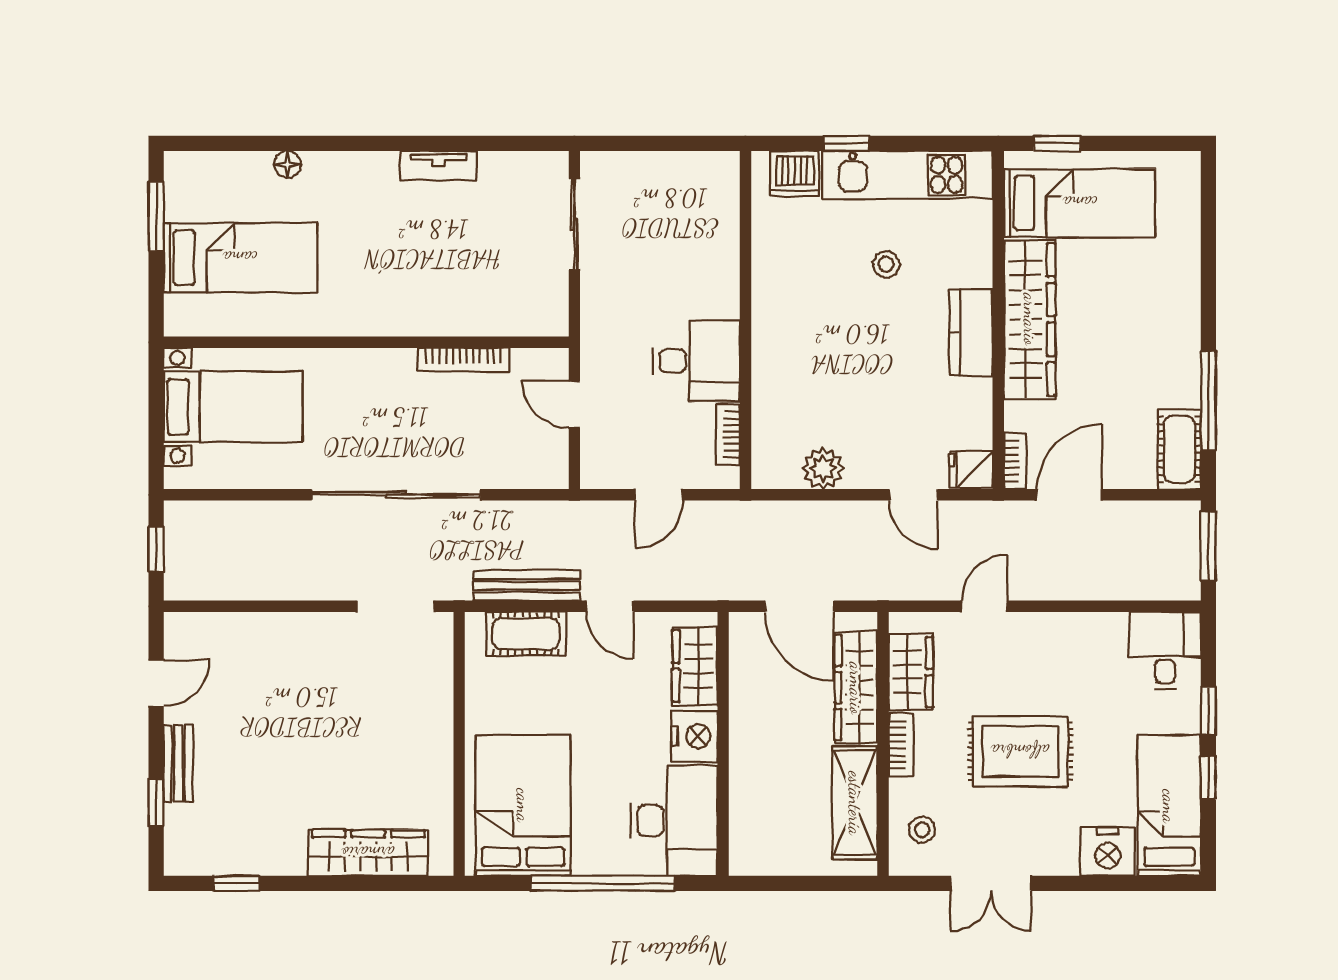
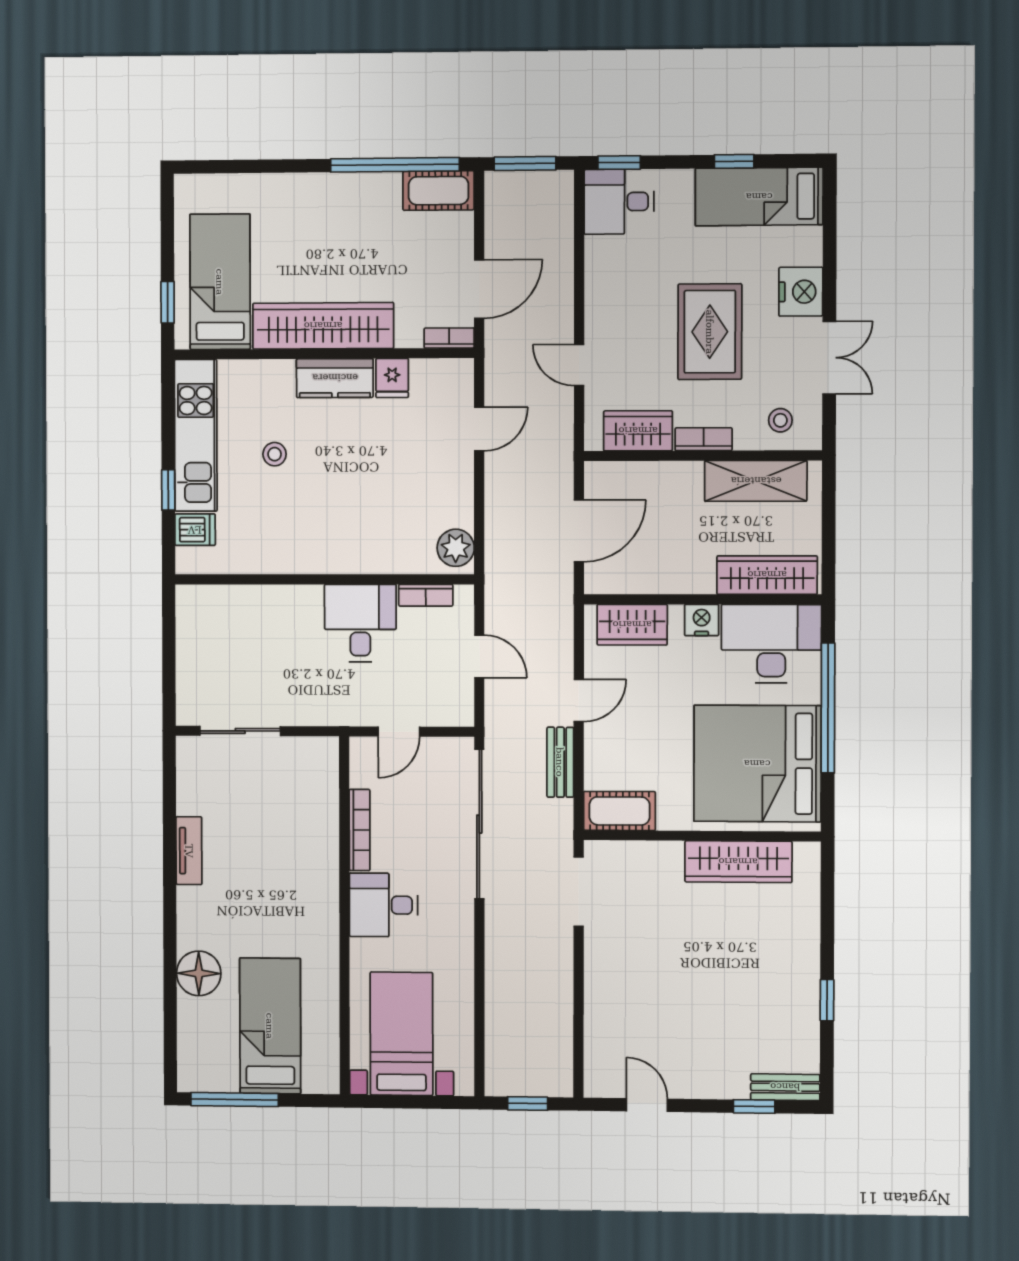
floor lamp: (287, 164) -> (199, 973), width x1.89, depth x1.89
dishwasher: (795, 174) -> (195, 530), width x0.73
window: (156, 217) -> (235, 1100), width x1.44
desk: (379, 387) -> (383, 905), added
window: (1208, 401) -> (395, 165), width x1.46
plant: (823, 468) -> (456, 548), moved
fridge: (971, 470) -> (392, 378), moved
sliding door: (396, 495) -> (479, 824), moved
door: (1069, 495) -> (479, 289), swing flipped
bench: (526, 586) -> (560, 762), width x0.73
cot: (526, 634) -> (619, 811), moved, turned 90
wardrobe: (856, 688) -> (767, 575), moved, turned 180
window: (1208, 711) -> (619, 163), moved
nightstand: (694, 736) -> (702, 620), width x0.74, depth x0.75
bench: (178, 763) -> (785, 1087), moved
bed: (523, 805) -> (757, 764), width x1.36
nightstand: (1108, 852) -> (801, 292), moved
wardrobe: (368, 853) -> (738, 862), moved, turned -90
window: (236, 883) -> (827, 1000), moved

